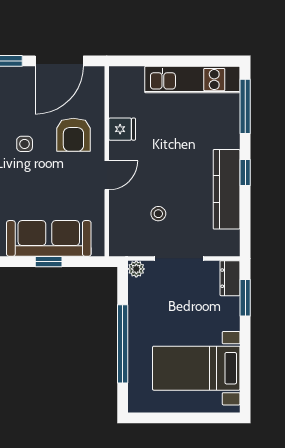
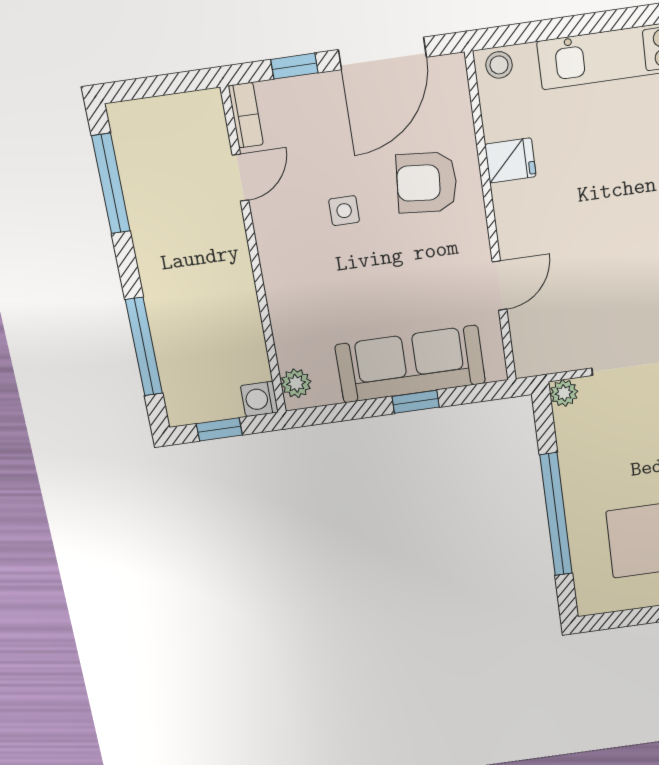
armchair: (73, 135) -> (427, 183), turned 95
door: (107, 175) -> (500, 286), moved
stool: (158, 214) -> (499, 65), moved

